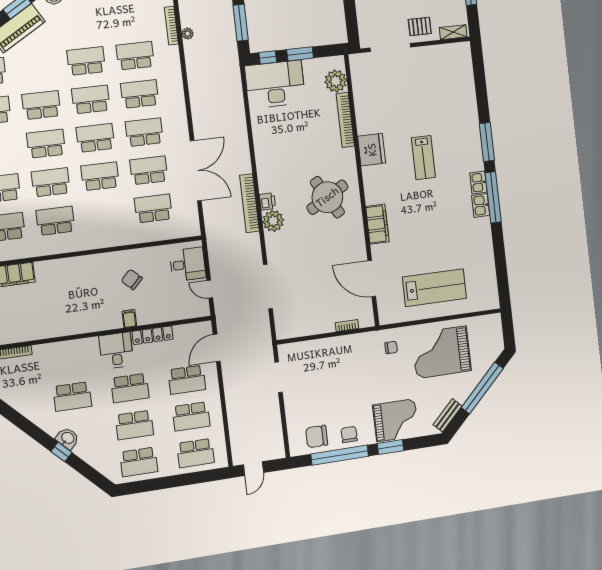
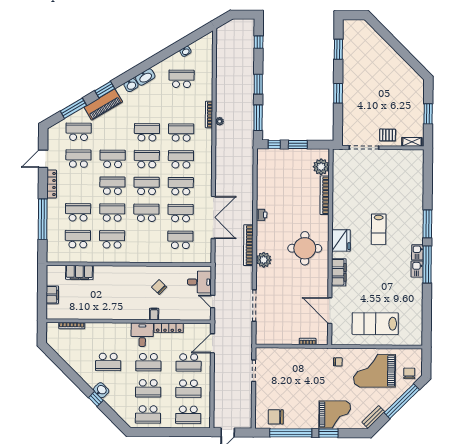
desk: (275, 84) -> (277, 164), removed
fridge: (372, 150) -> (341, 240), moved
round table: (327, 197) -> (305, 248), turned 30
printer: (267, 201) -> (262, 215), moved
lab bench: (435, 288) -> (375, 324), turned 180
chair: (349, 435) -> (409, 373), moved

